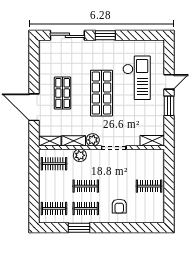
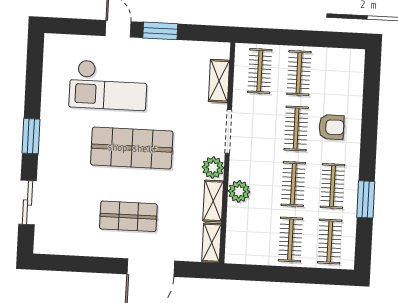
sliding door: (67, 35) -> (28, 203), width x0.73
checkout: (137, 78) -> (108, 85), turned 180
shelving: (152, 141) -> (219, 81), moved
clothes rail: (54, 164) -> (291, 240), moved
clothes rail: (149, 164) -> (260, 71), added
clothes rail: (117, 186) -> (296, 129), added

